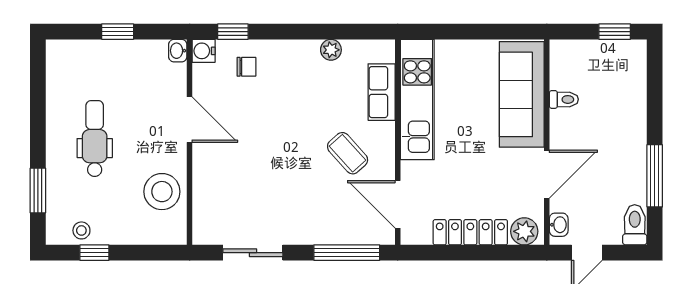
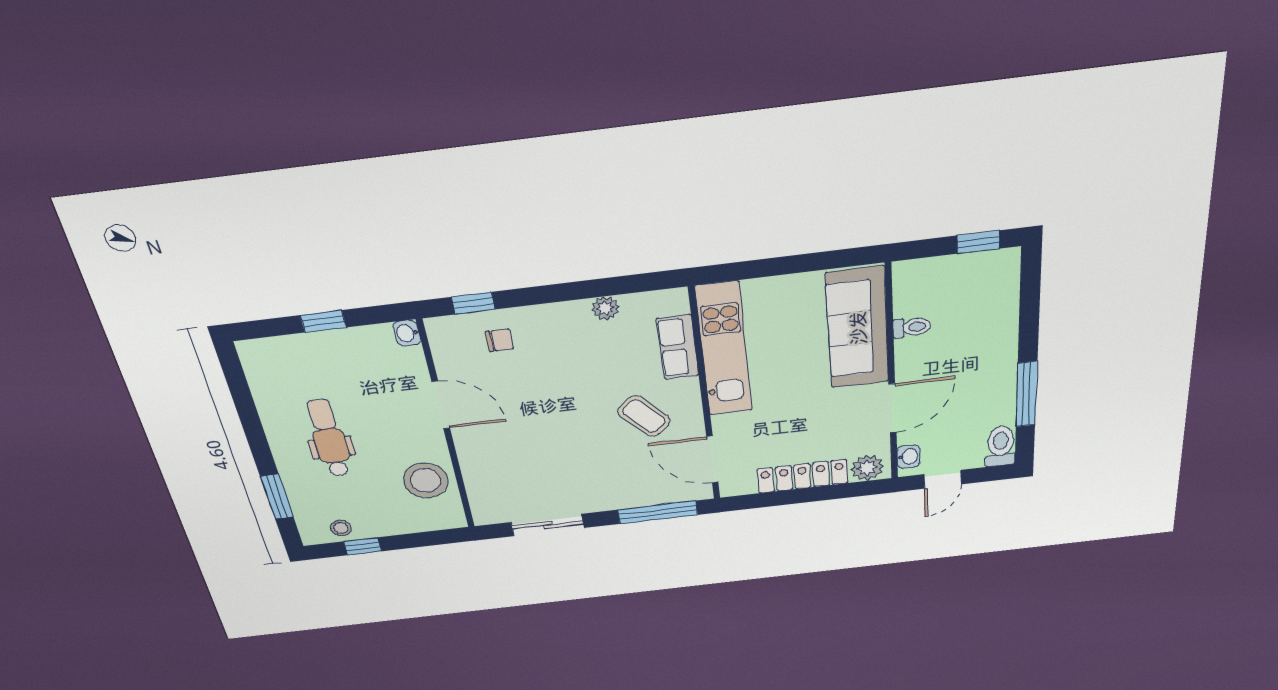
water cooler: (204, 51) -> (440, 329), removed

